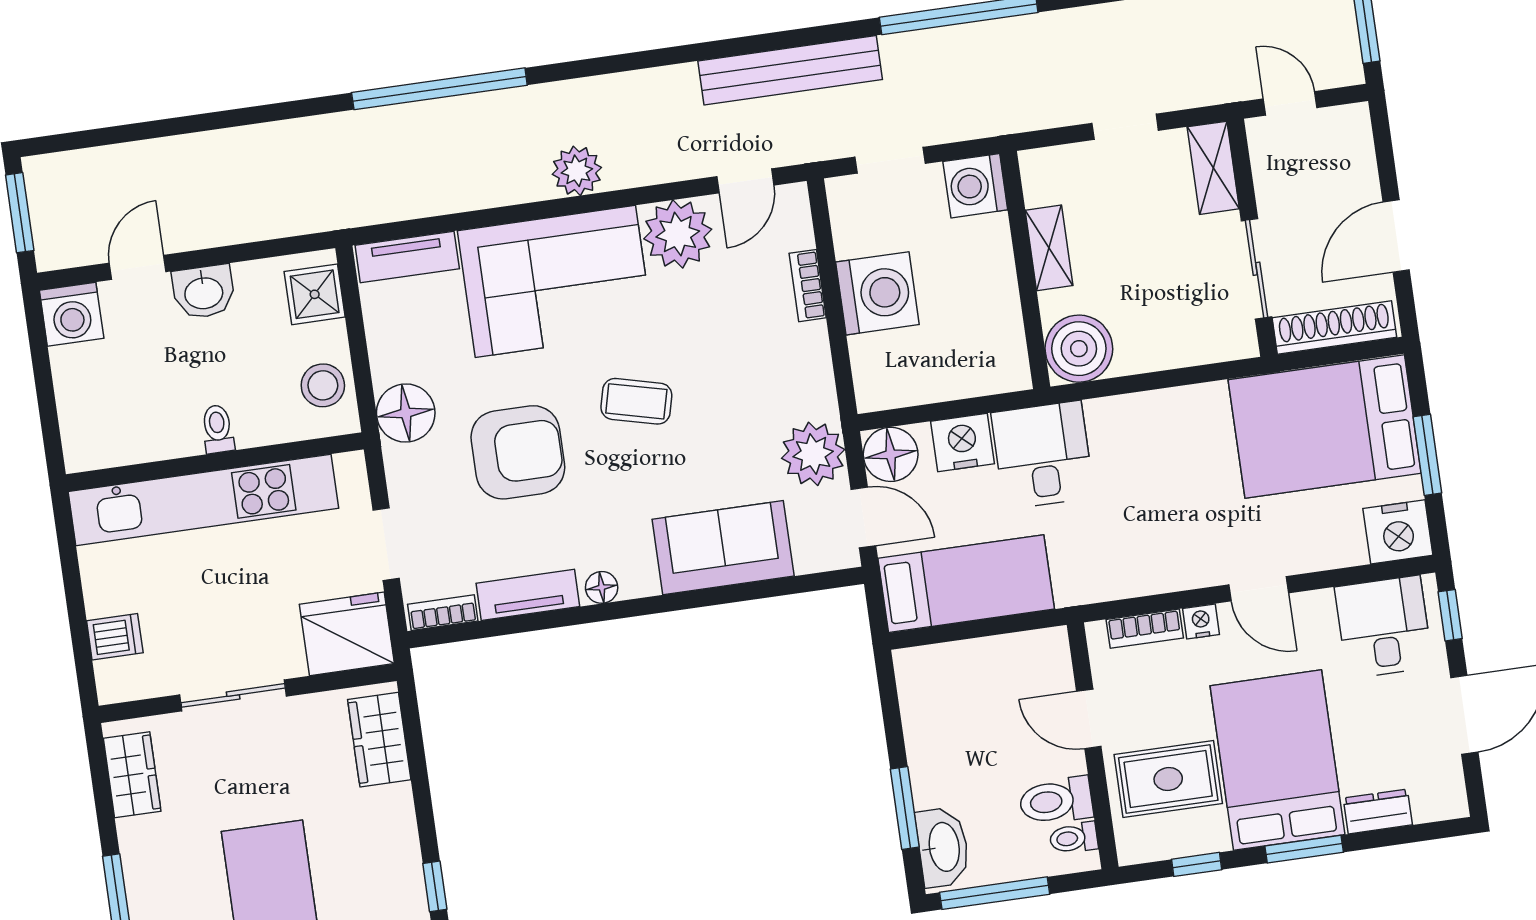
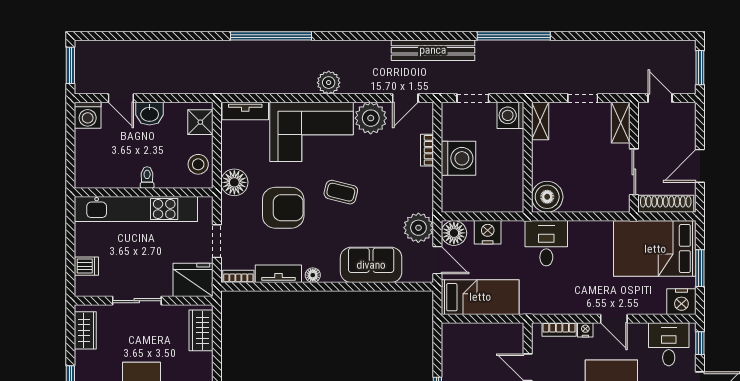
shelving: (1049, 248) -> (540, 121), moved
door: (138, 267) -> (121, 98), swing flipped
desk: (1043, 455) -> (546, 243), moved

